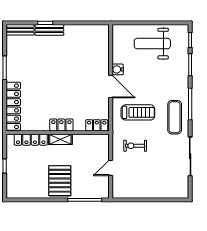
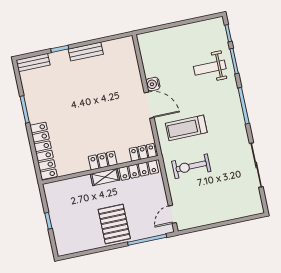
bench: (49, 30) -> (86, 52), moved
weight bench: (152, 44) -> (210, 68), moved, width x0.73, depth x0.75
treadmill: (138, 112) -> (186, 128), turned 180
exercise mat: (175, 117) -> (229, 124), removed
locker: (31, 140) -> (139, 170), moved
exercise bike: (135, 146) -> (191, 166), width x1.38, depth x1.39
door: (111, 168) -> (172, 214), moved

